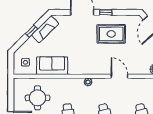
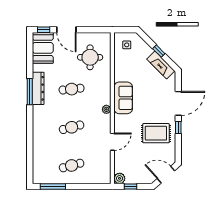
rug: (111, 34) -> (156, 133), turned 90
sofa: (52, 66) -> (123, 98), moved

